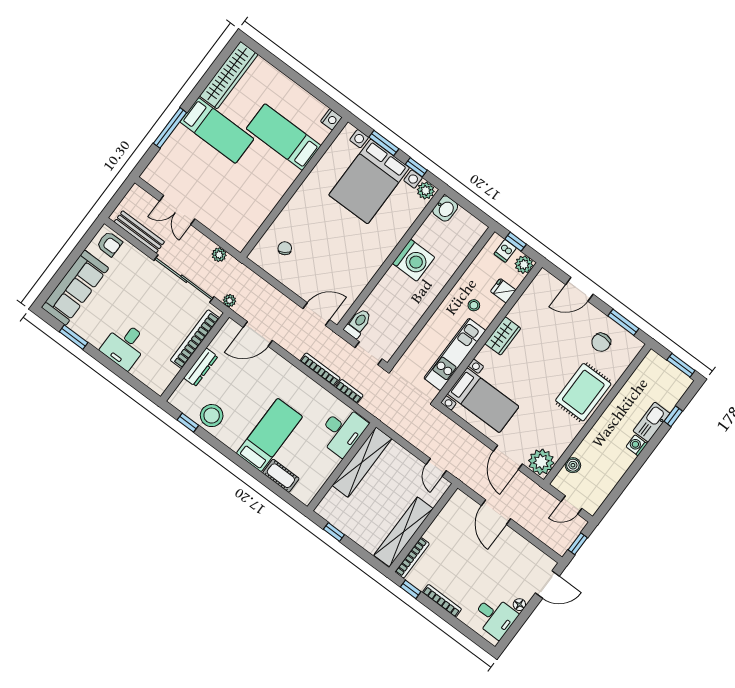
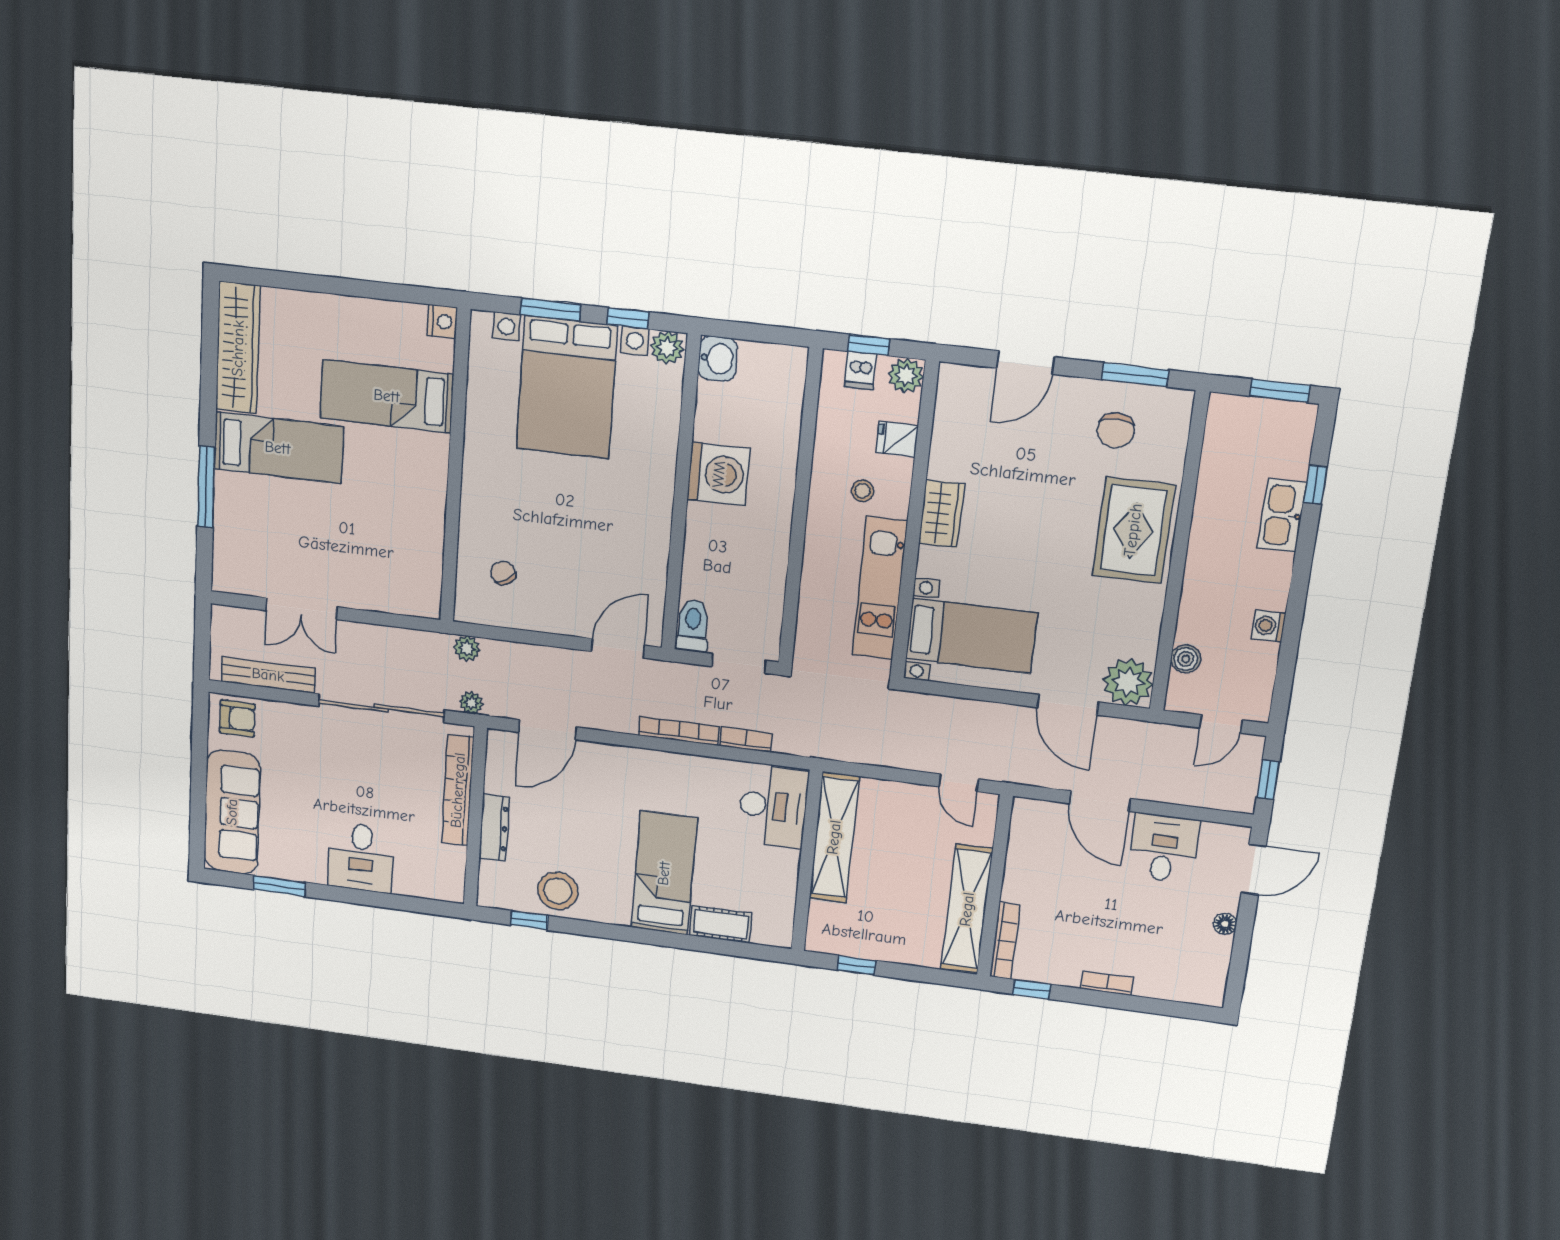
plant: (219, 255) -> (467, 648), moved
washing machine: (637, 445) -> (1269, 626), moved
bookcase: (442, 601) -> (1107, 983), width x0.64
desk: (495, 617) -> (1164, 848), moved, turned -90

